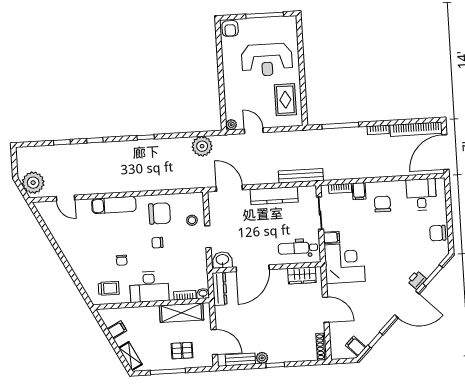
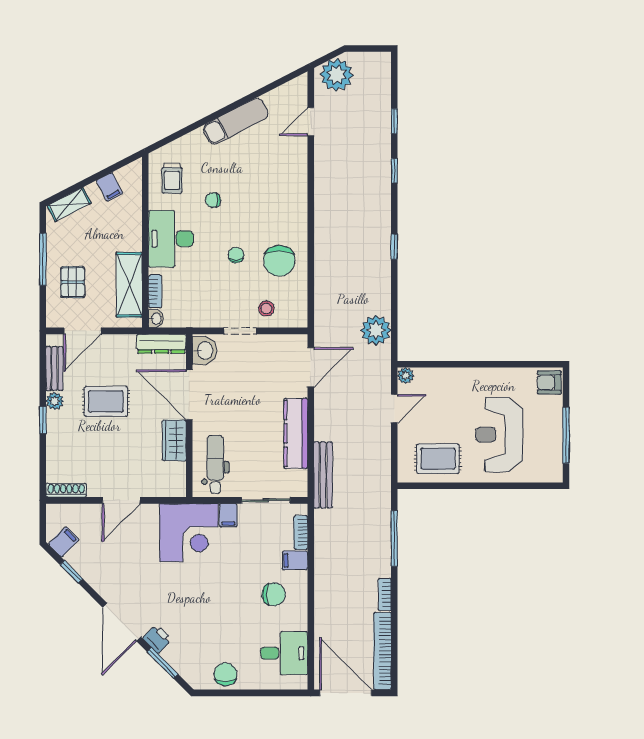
exam couch: (114, 205) -> (236, 121), moved, turned -117
wardrobe: (302, 275) -> (174, 440), moved
rug: (260, 324) -> (106, 401), added

